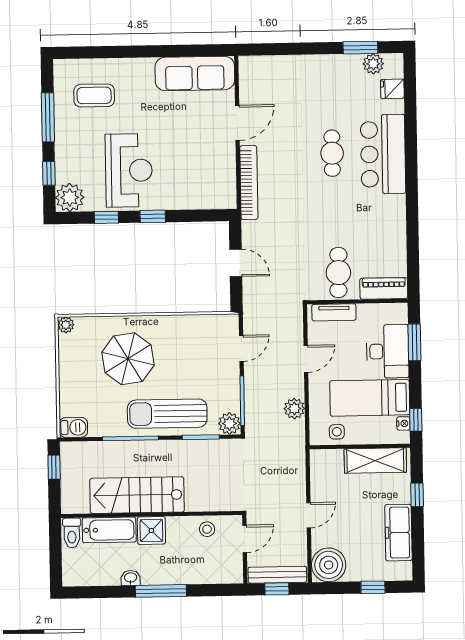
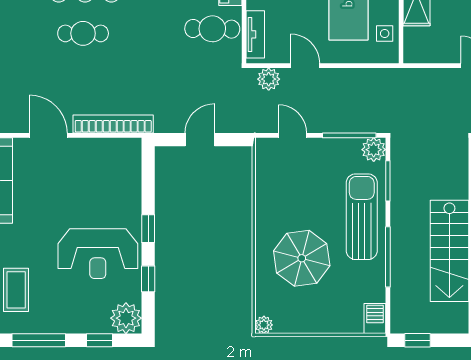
reception desk: (129, 170) -> (98, 254), turned 180
plant: (294, 409) -> (269, 79), moved
sun lounger: (167, 414) -> (362, 217), turned 180

